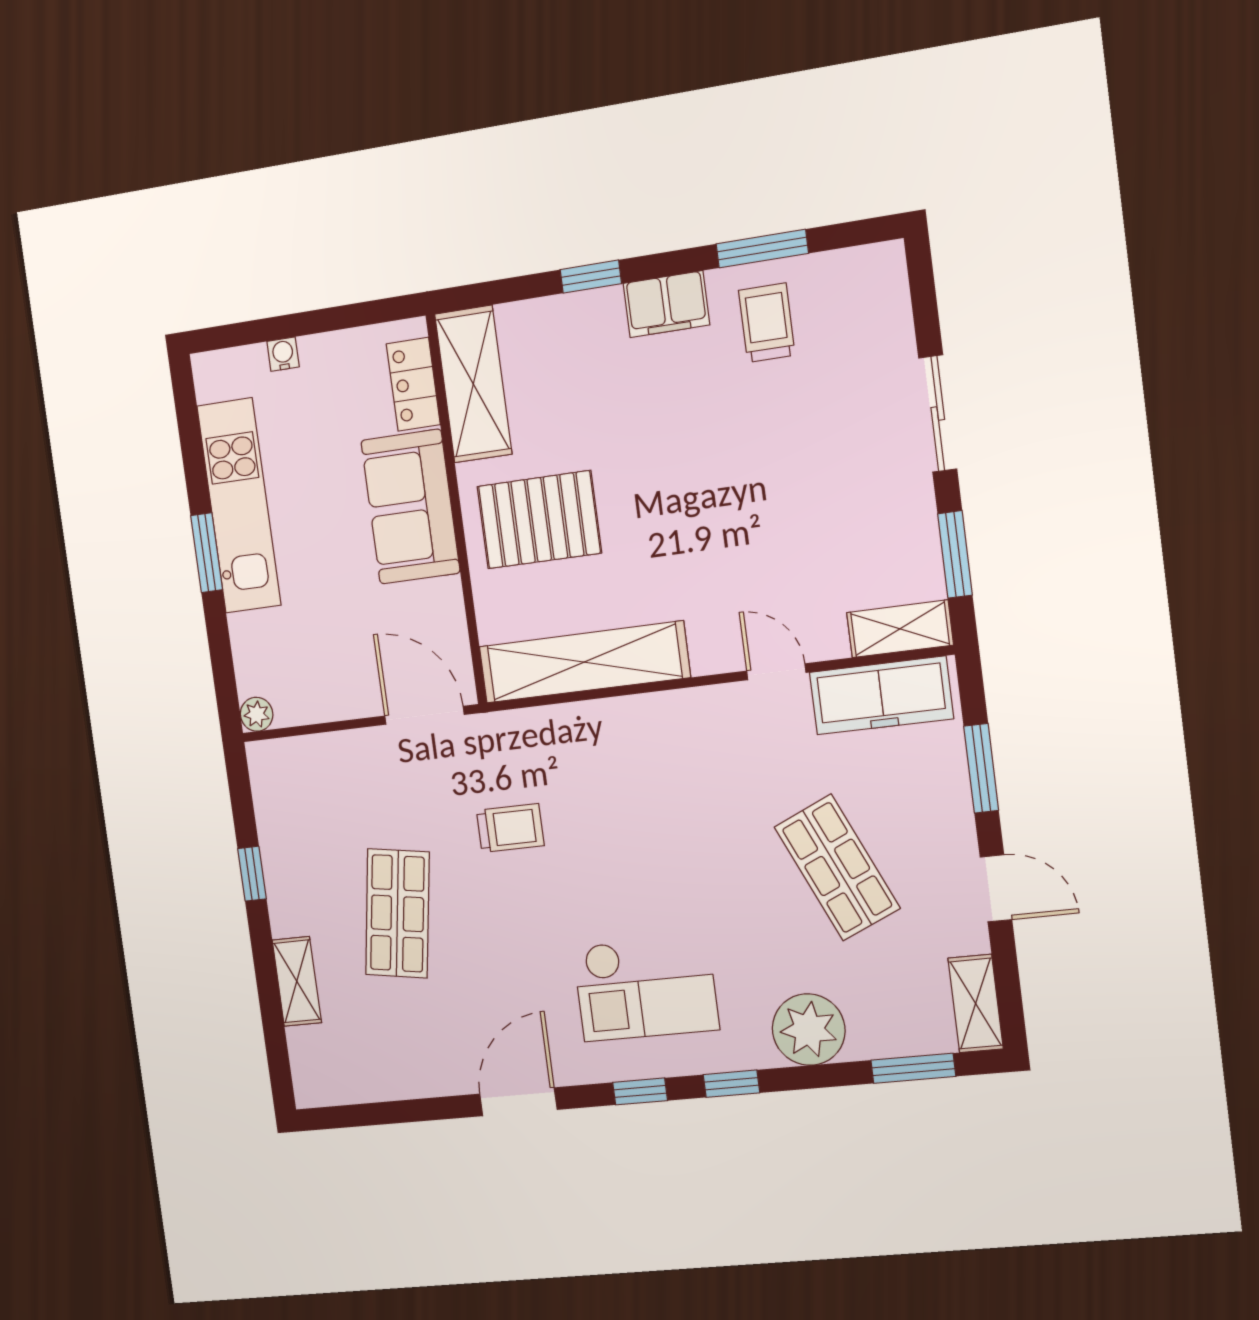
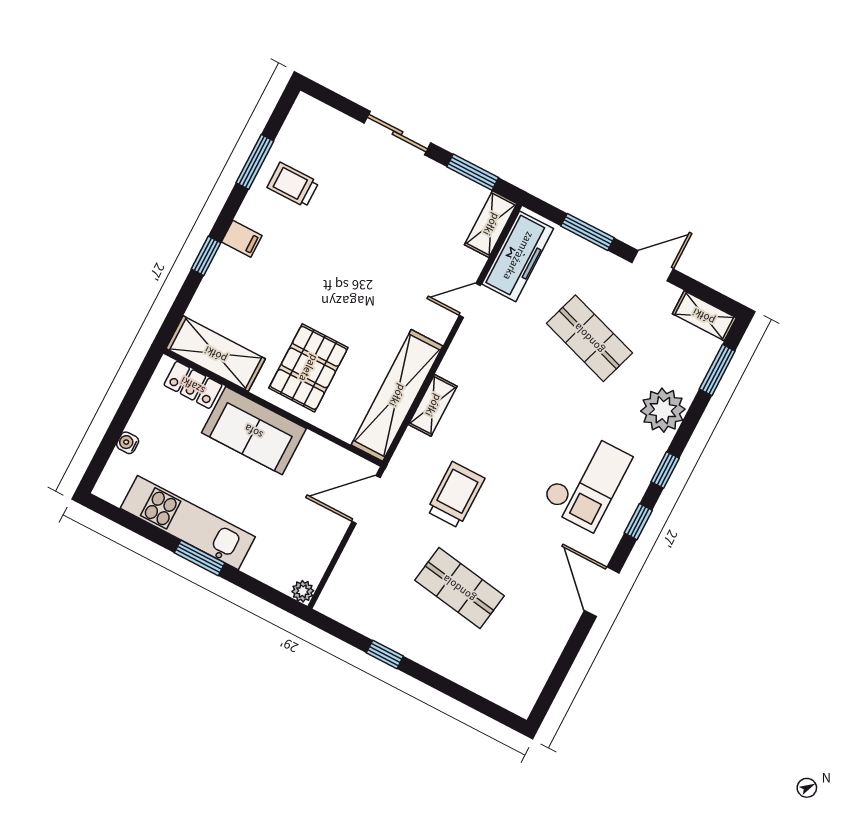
filing cabinet: (666, 304) -> (242, 239), width x0.50
trolley: (510, 828) -> (456, 495), width x1.36, depth x1.39
shop shelf: (837, 867) -> (589, 338), turned 42
shelving: (297, 981) -> (433, 405), moved, turned 90

